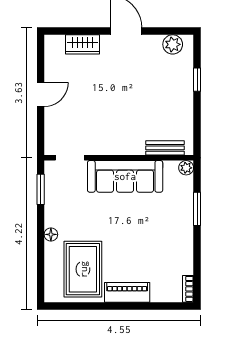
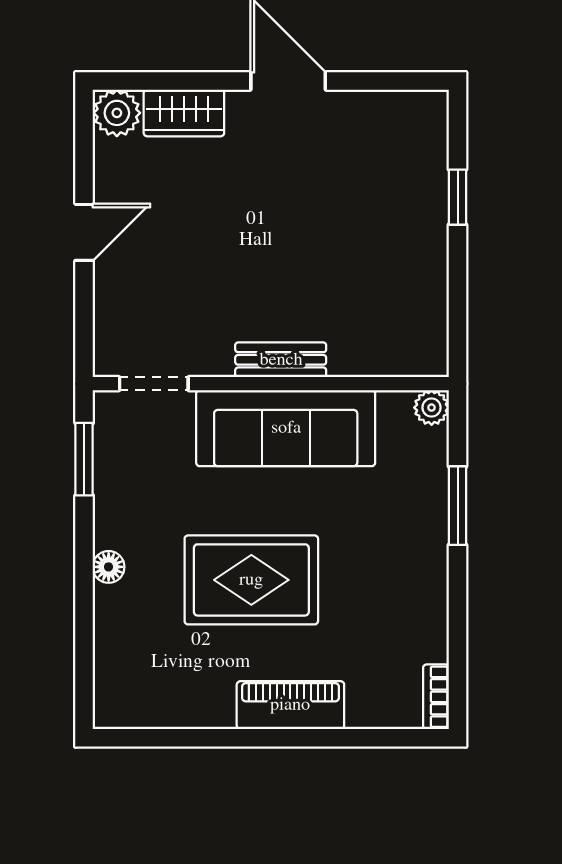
plant: (173, 44) -> (117, 113), moved
bench: (165, 148) -> (281, 360), moved
rug: (83, 269) -> (251, 580), moved, turned 90

